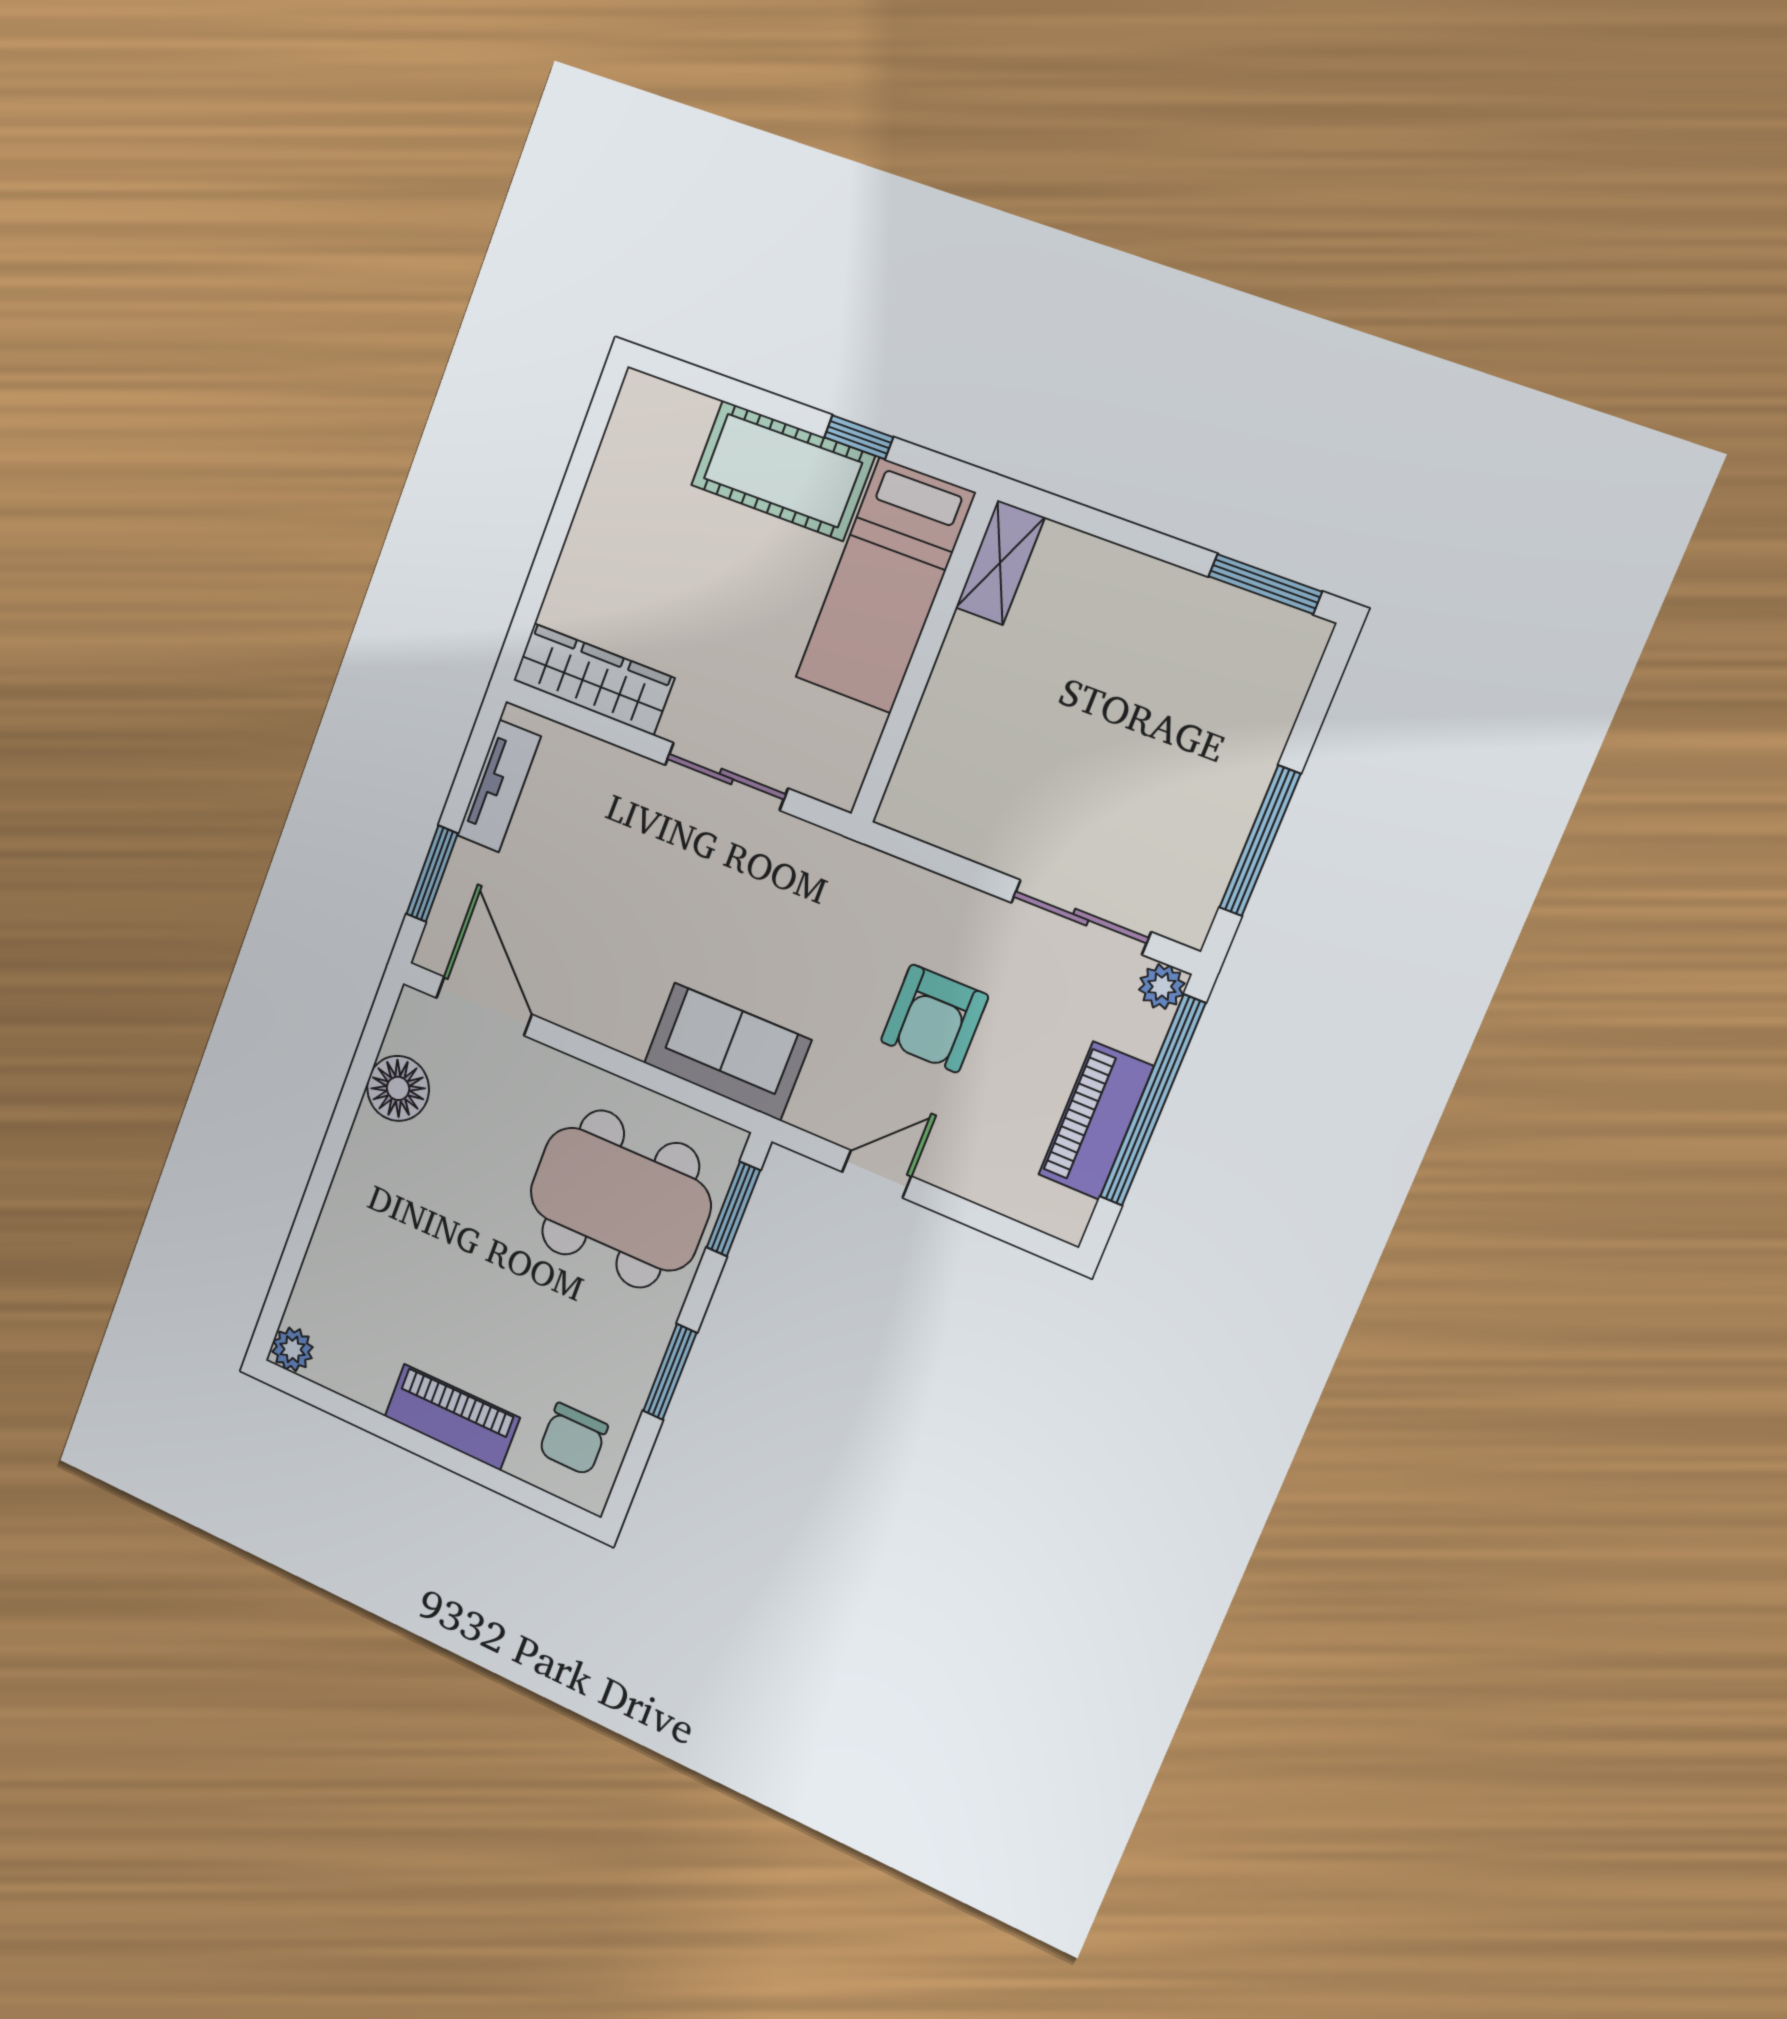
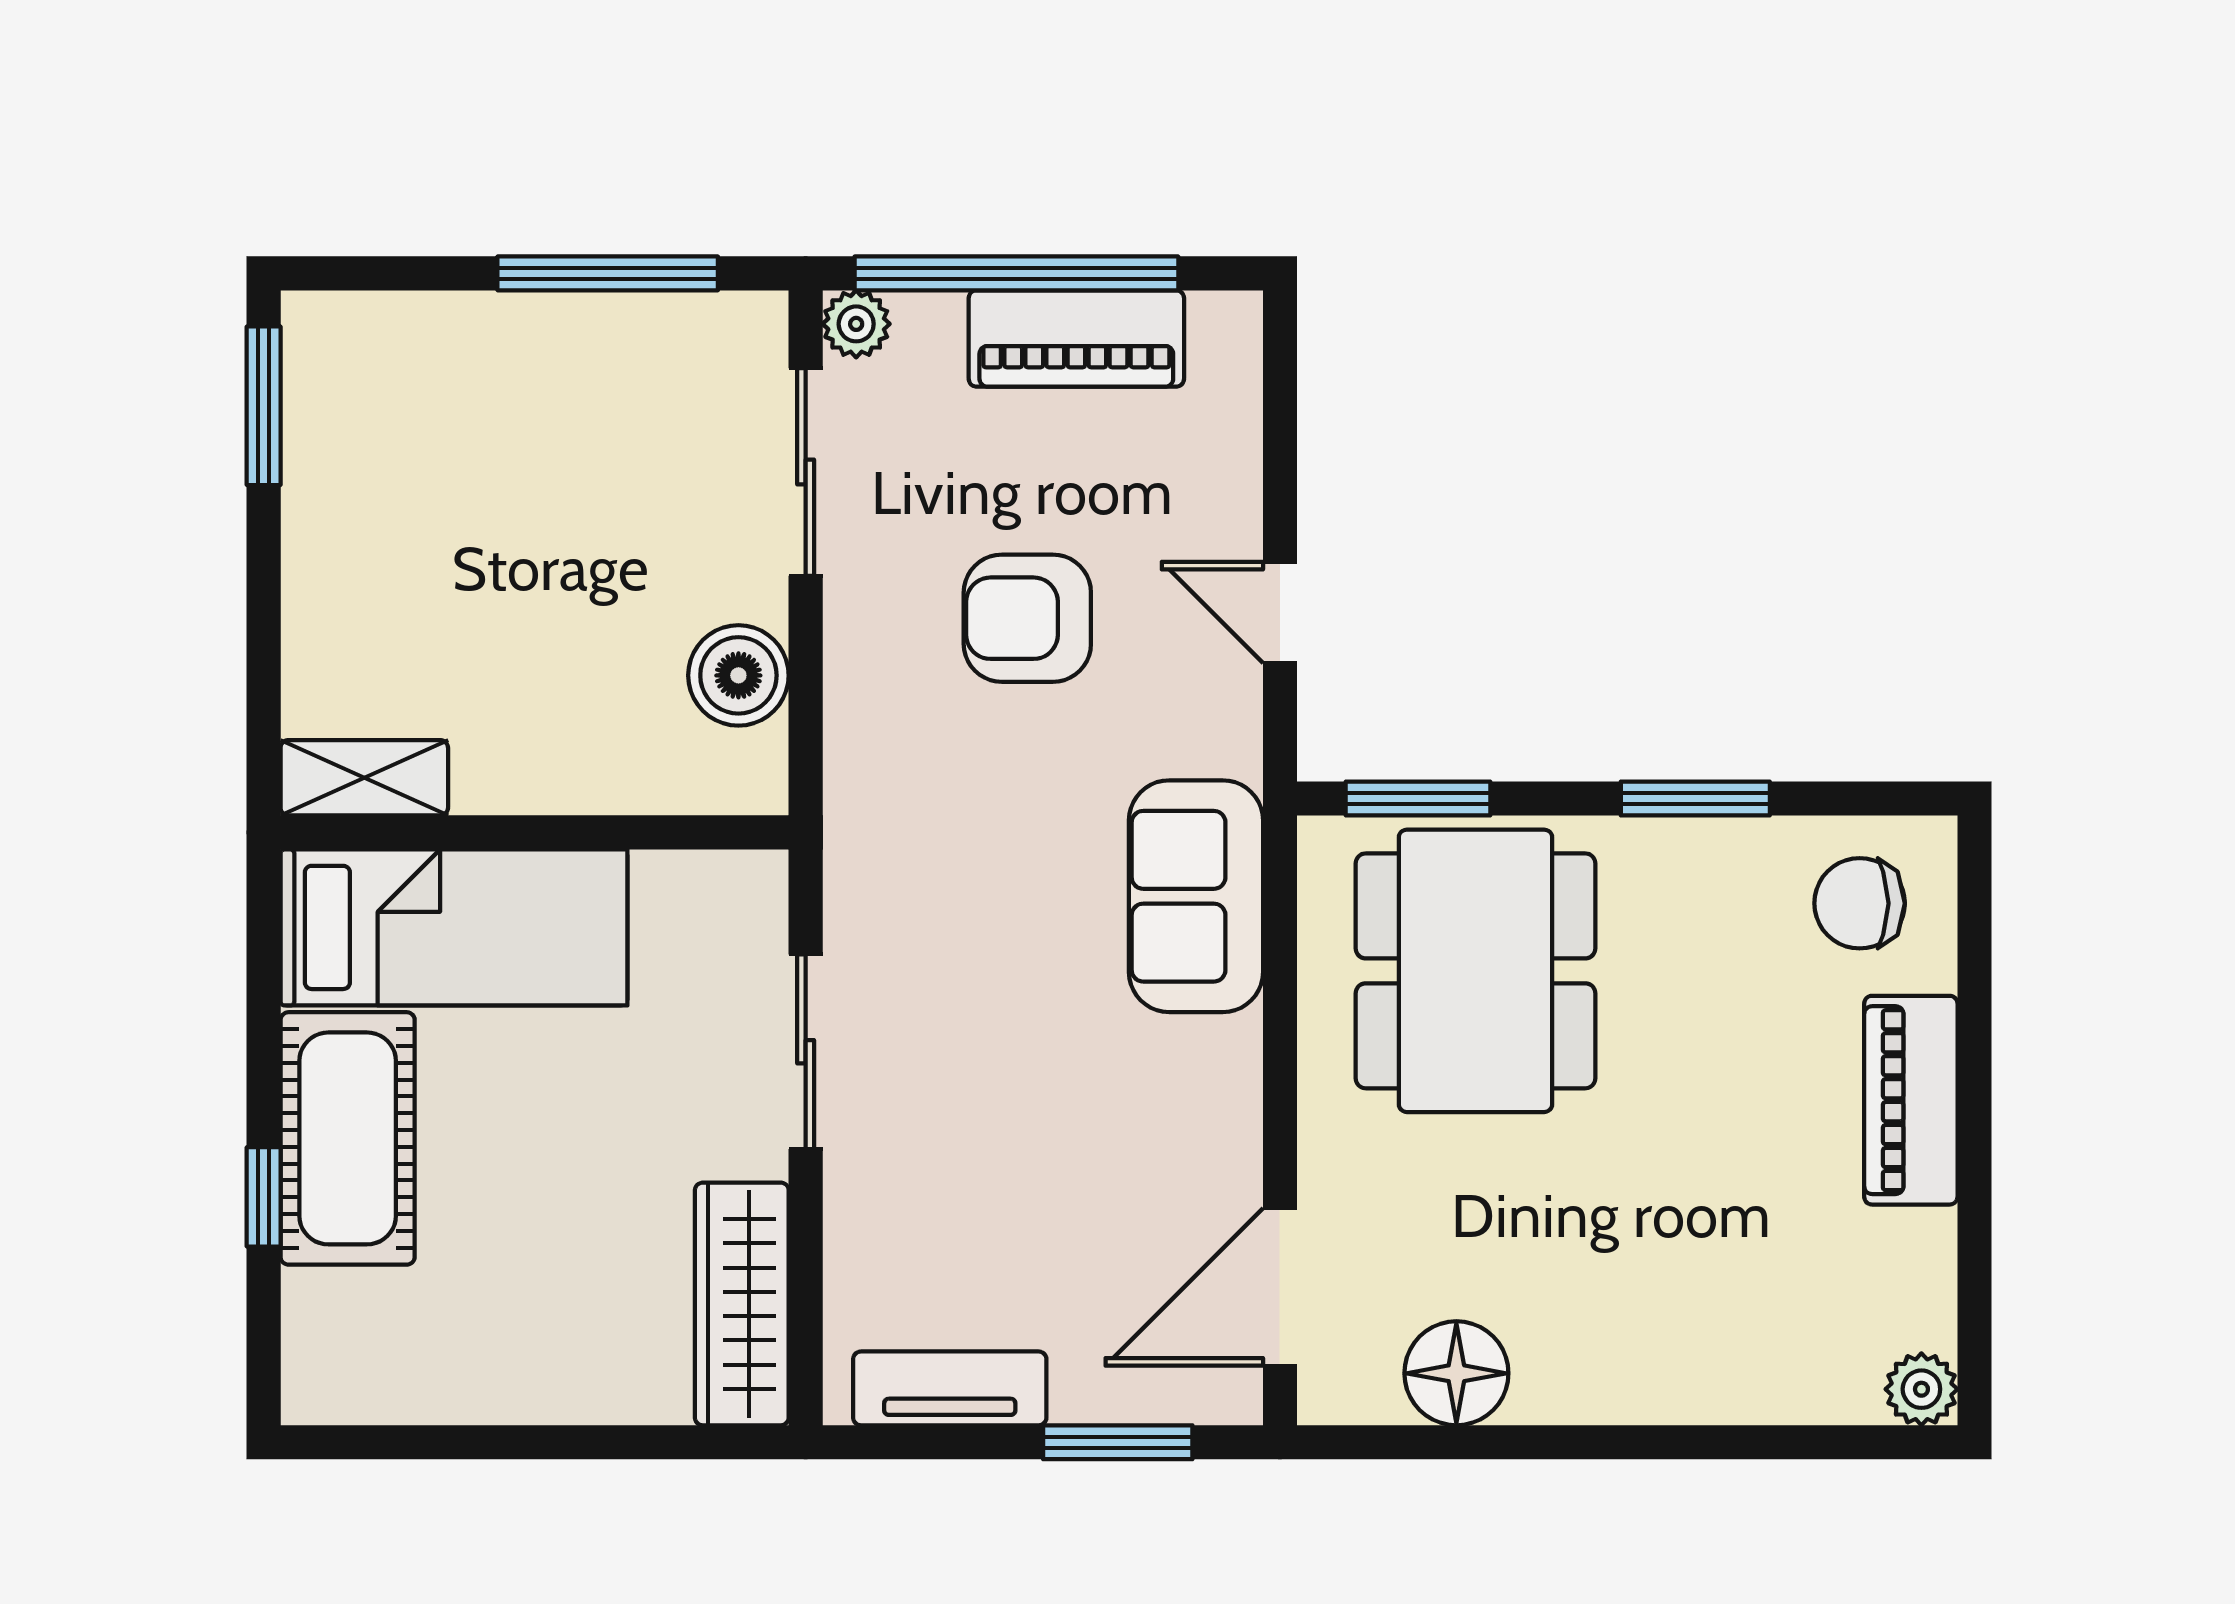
window: (859, 437) -> (264, 1197), moved
boiler: (970, 825) -> (738, 675), added
armchair: (934, 1018) -> (1027, 618), turned 180
chair: (573, 1439) -> (1860, 903), turned 180

